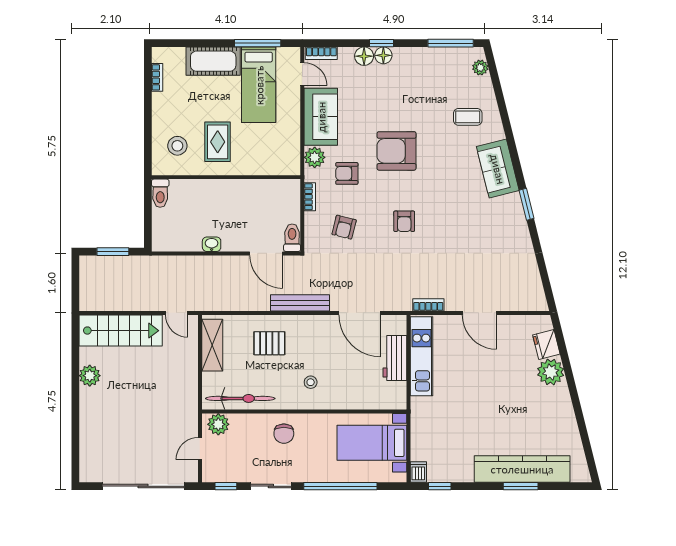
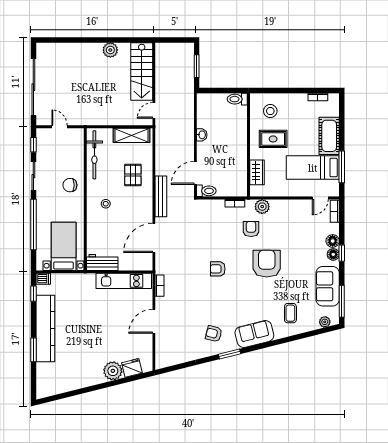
sofa: (321, 117) -> (328, 286), moved, turned 90
wardrobe: (265, 165) -> (257, 172), added
armchair: (344, 227) -> (214, 334), moved
workbench: (395, 358) -> (102, 262), moved
plant: (218, 424) -> (76, 140), removed
kitchen counter: (522, 469) -> (45, 328), moved

